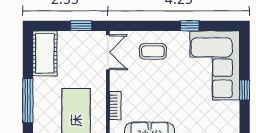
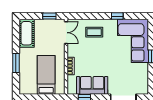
window: (28, 101) -> (16, 63), width x0.69

